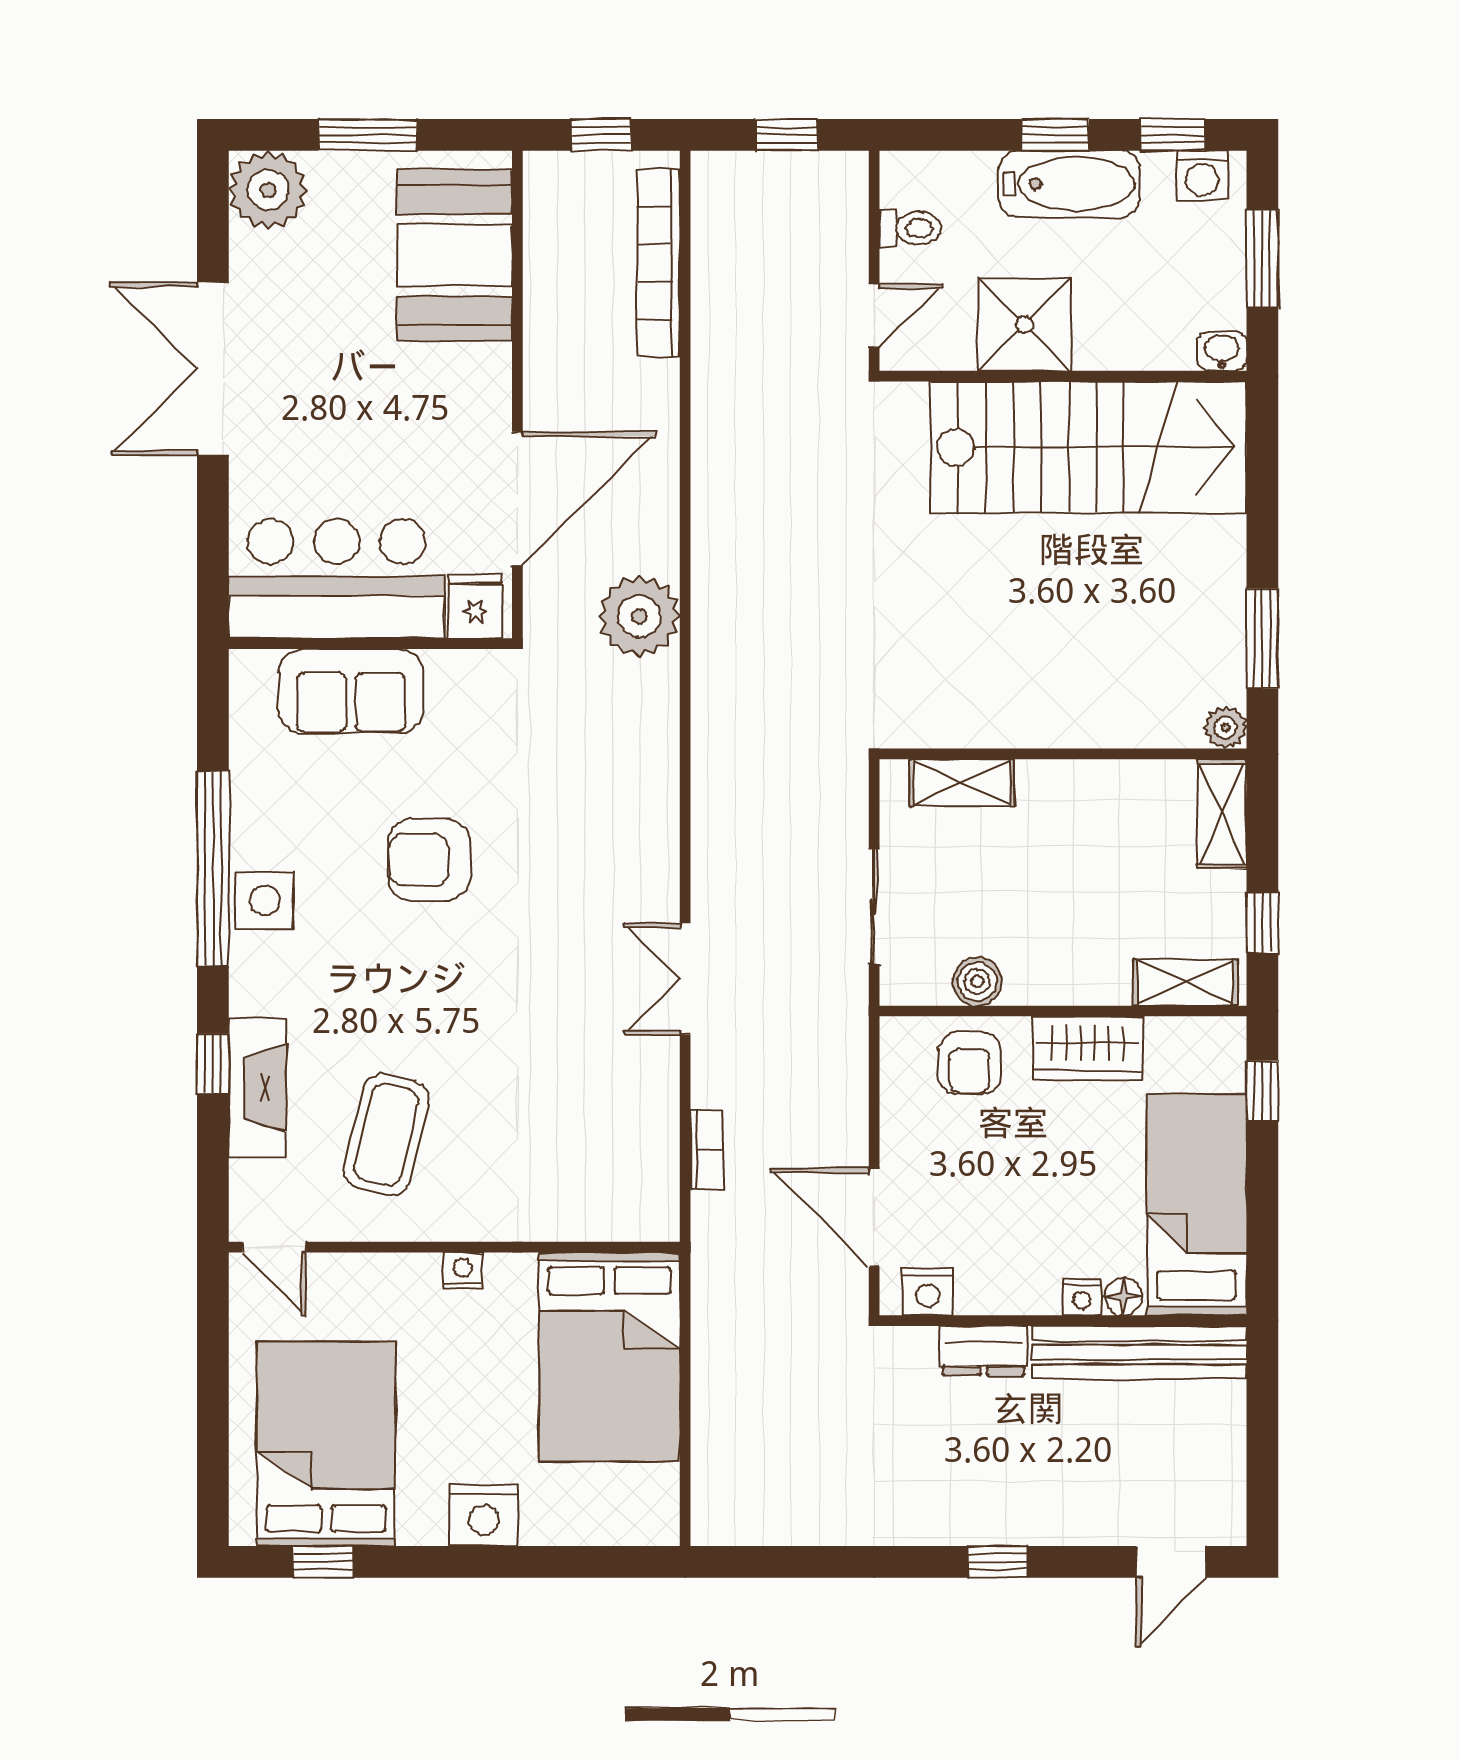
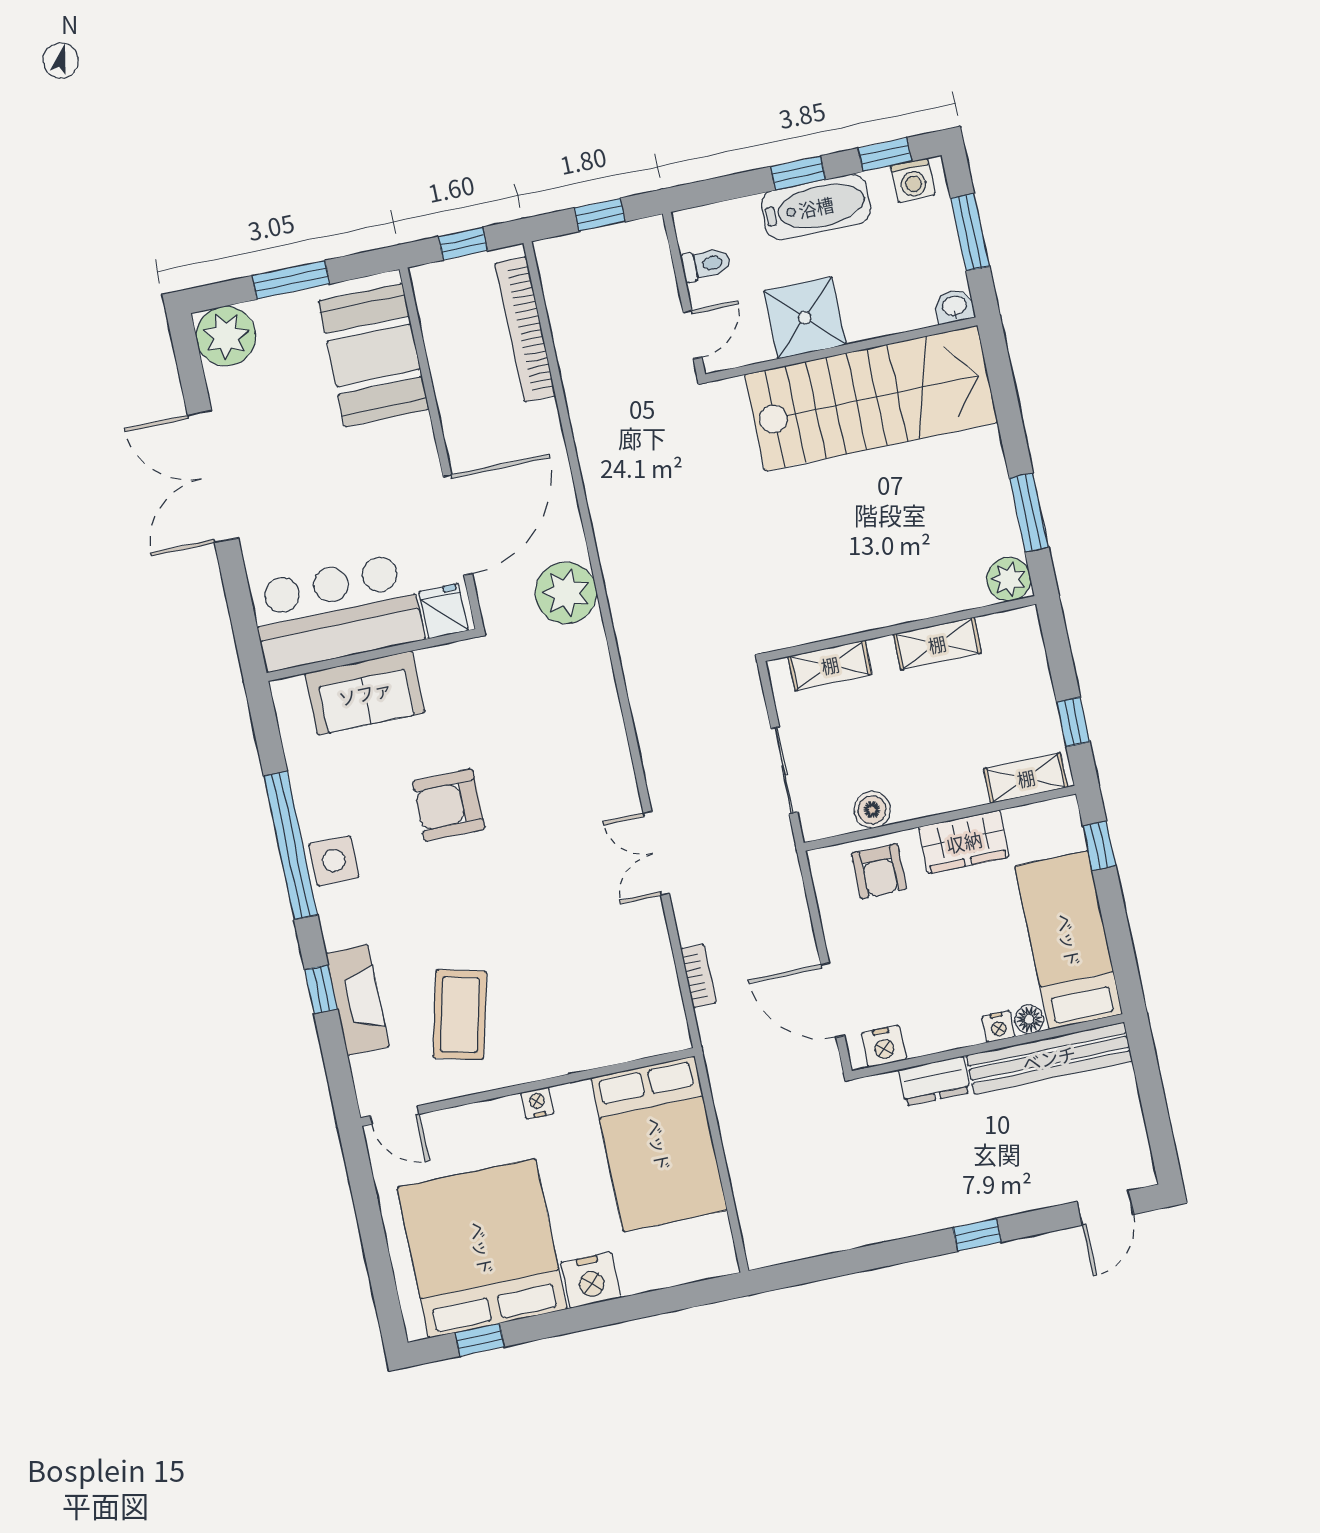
plant: (1225, 728) -> (1009, 579), width x1.38, depth x1.38
shelving: (1222, 814) -> (937, 644), moved, turned 90
bed: (326, 1444) -> (482, 1248), width x1.36

